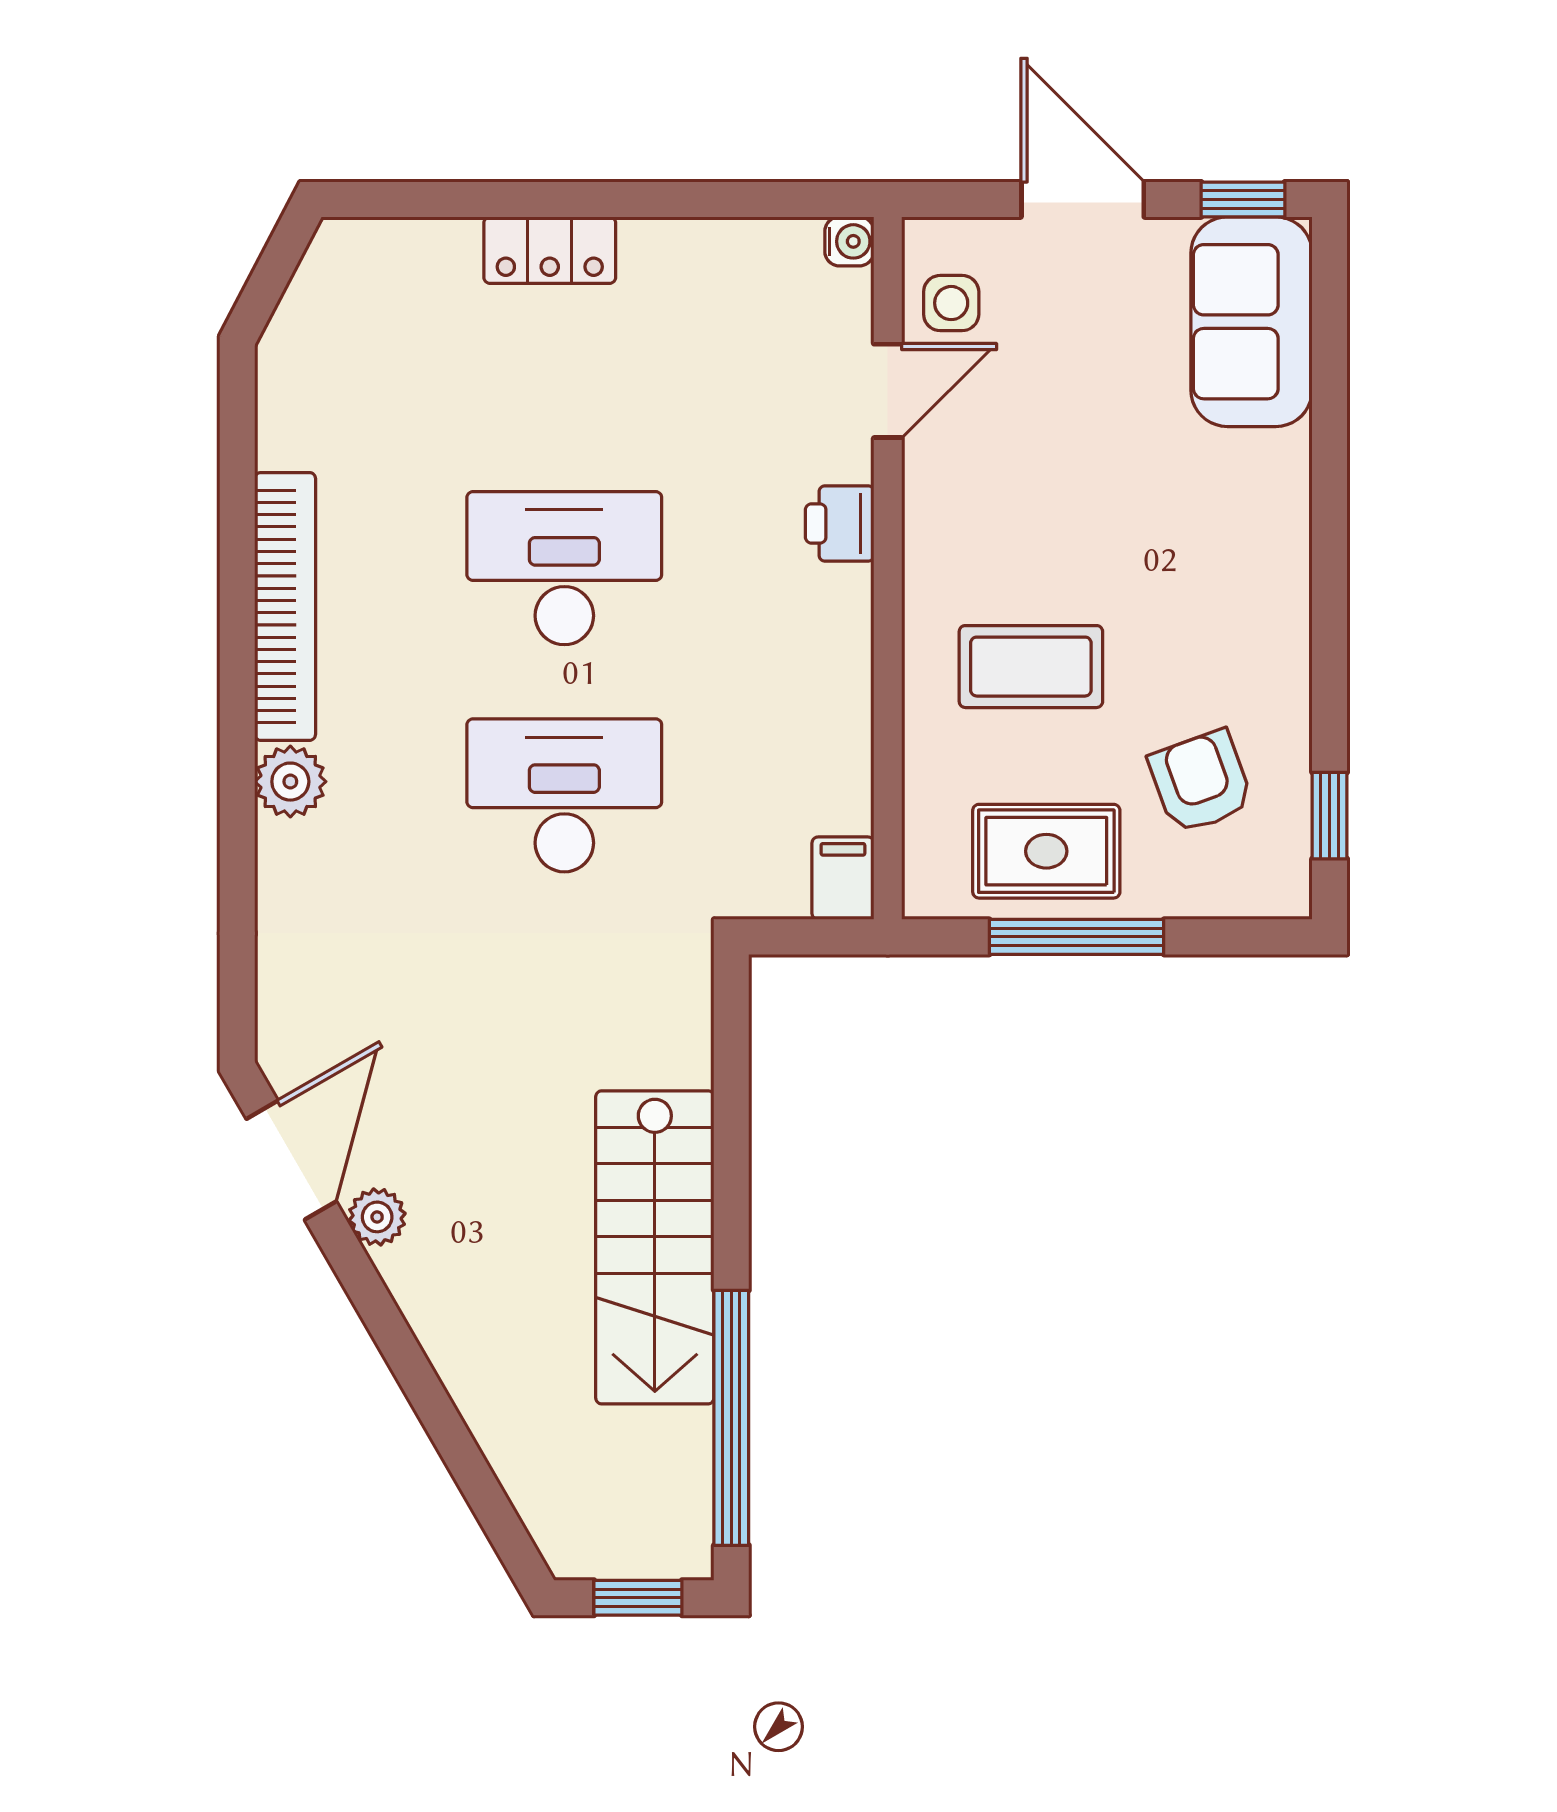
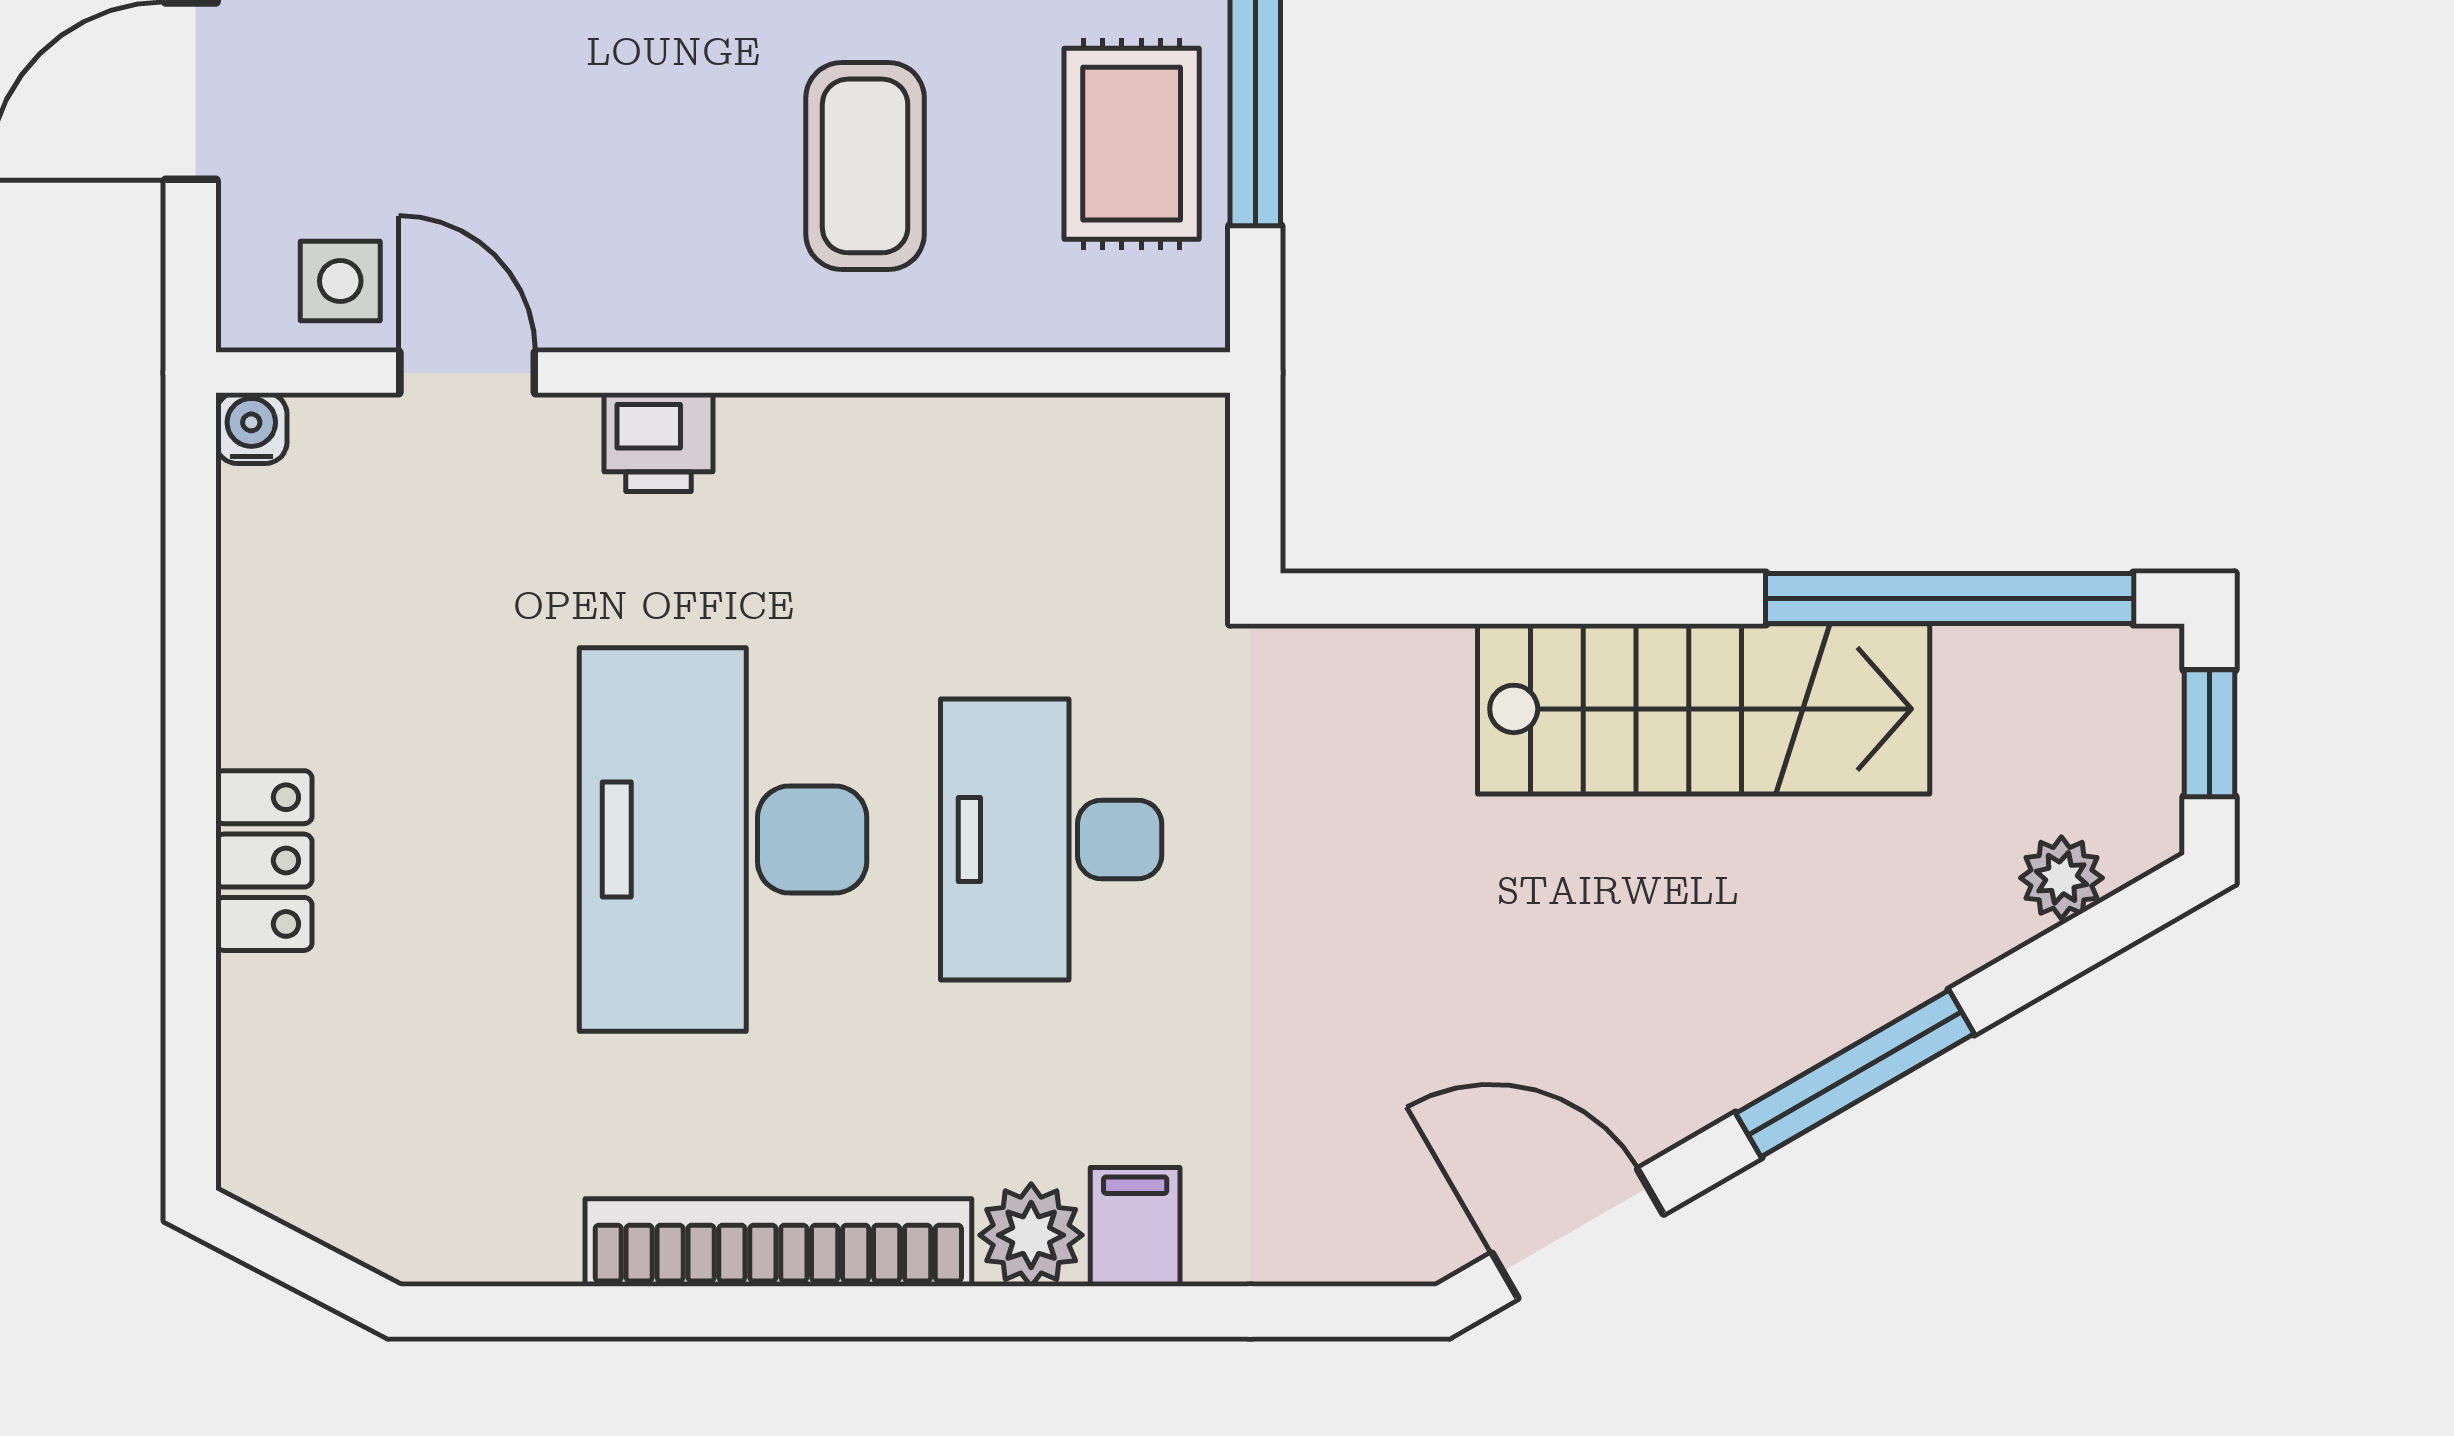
desk: (564, 568) -> (723, 840), width x1.36, depth x1.30
filing cabinet: (843, 878) -> (1135, 1227), moved, turned 90
plant: (377, 1217) -> (2061, 878), moved
window: (402, 1352) -> (1855, 1074), added

